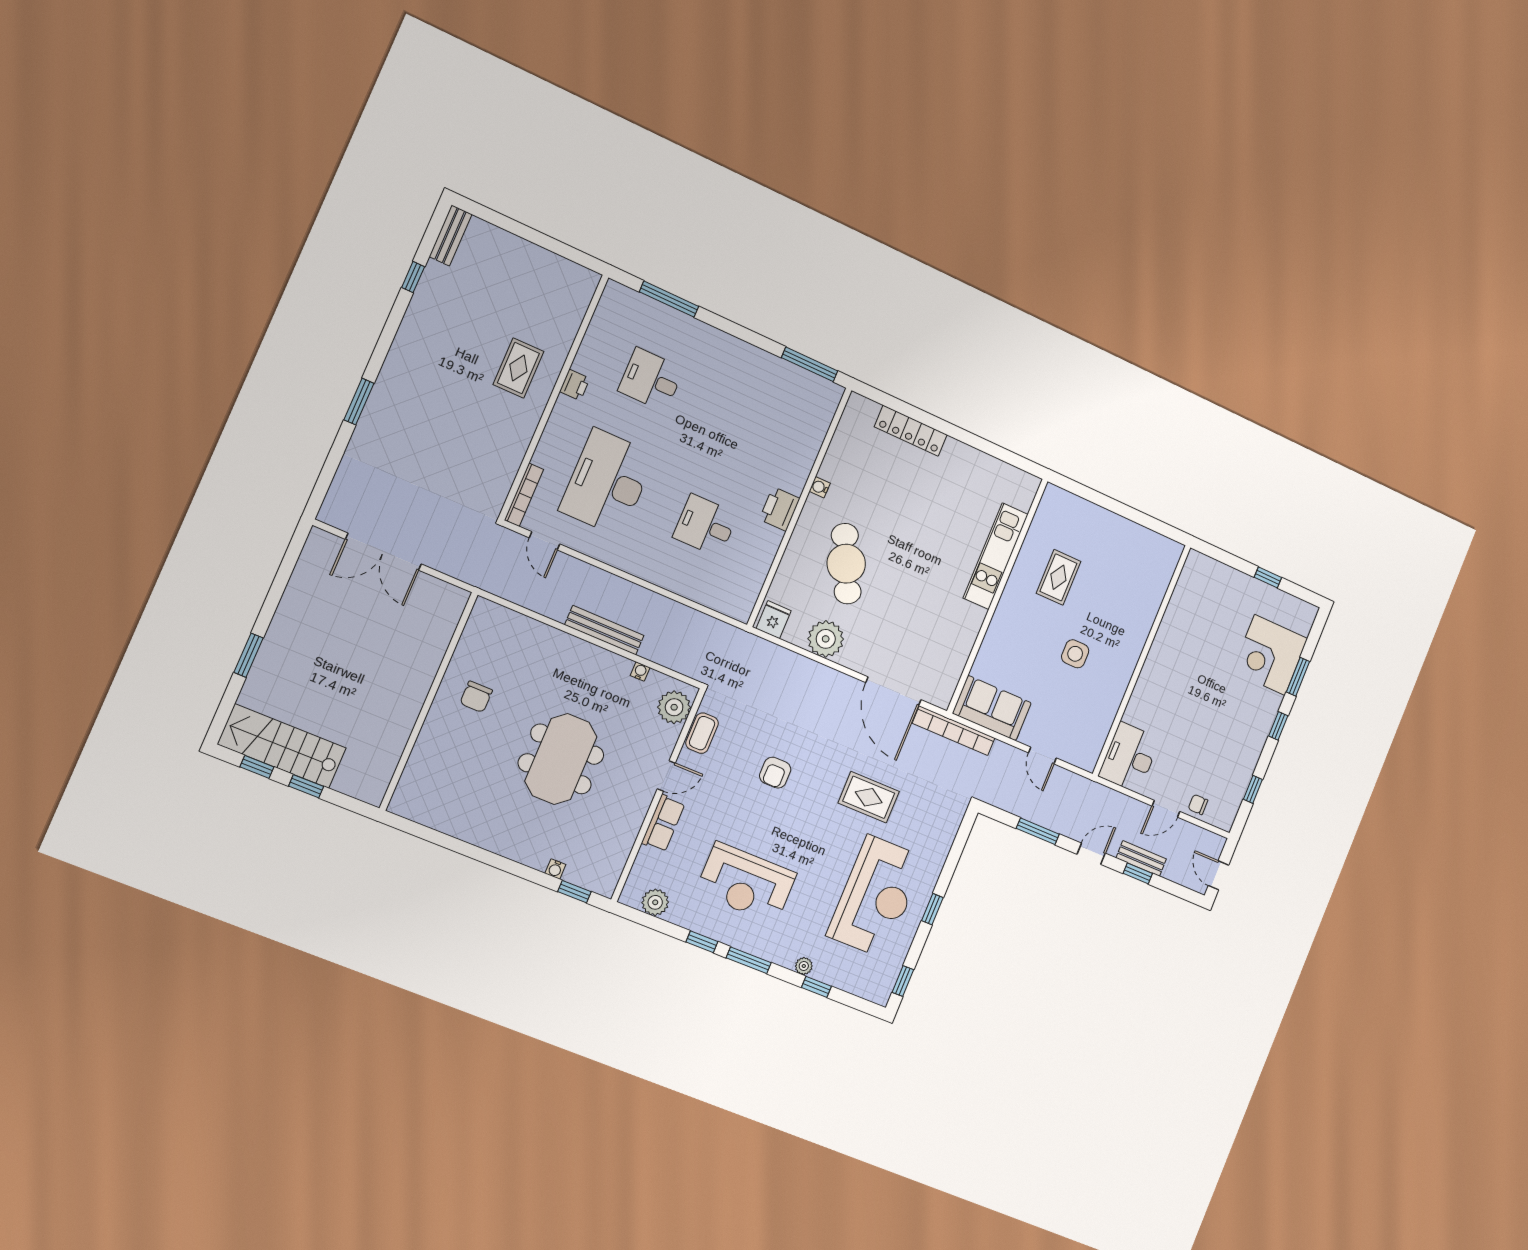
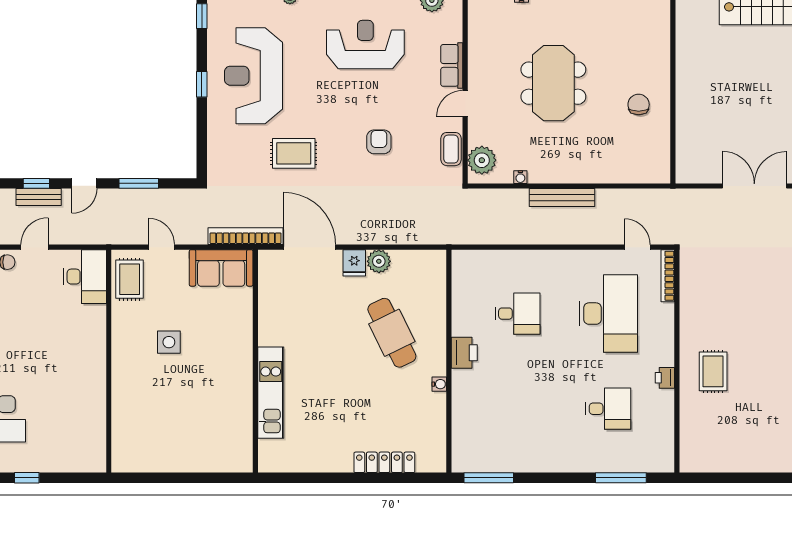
rug: (1058, 577) -> (130, 279), moved
fridge: (774, 620) -> (354, 263), moved
plant: (826, 639) -> (379, 261), width x0.73, depth x0.73

